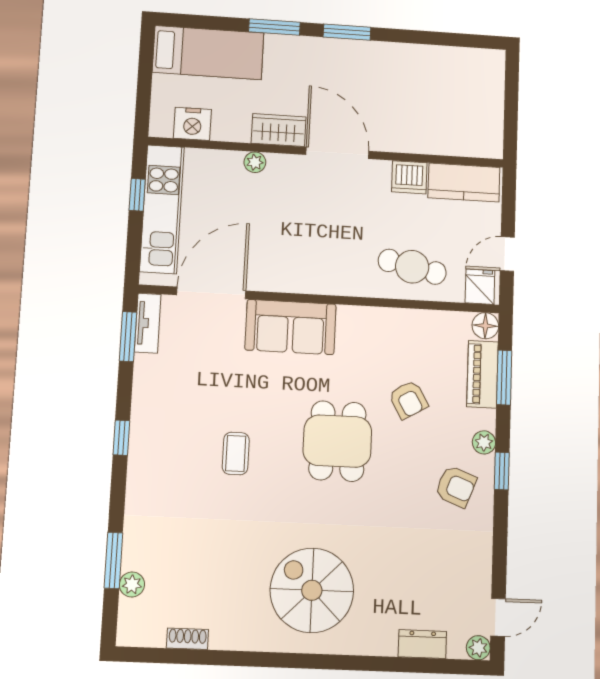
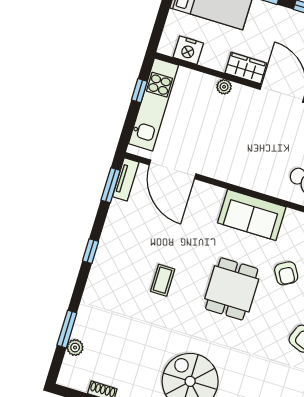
door: (211, 293) -> (173, 169), swing flipped
sofa: (291, 327) -> (252, 215), moved

